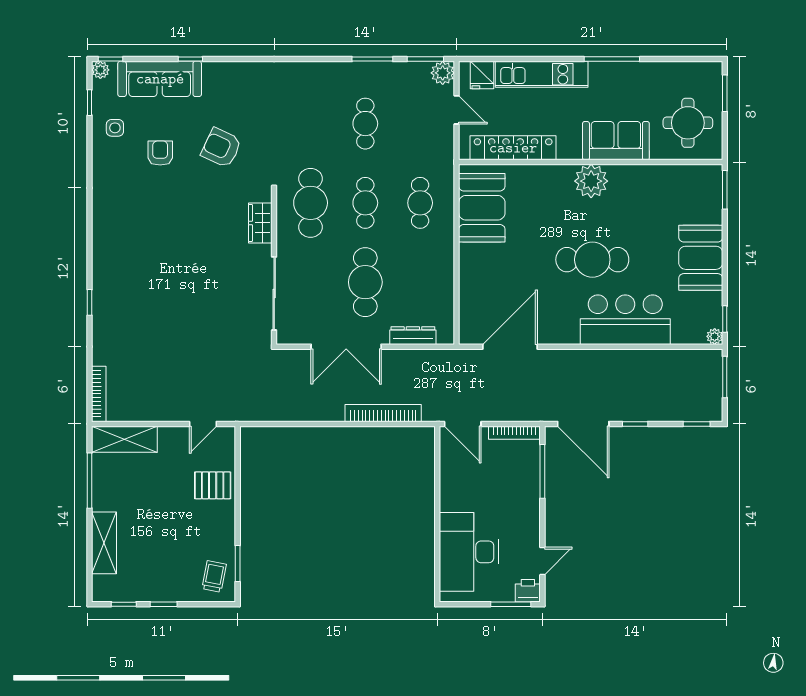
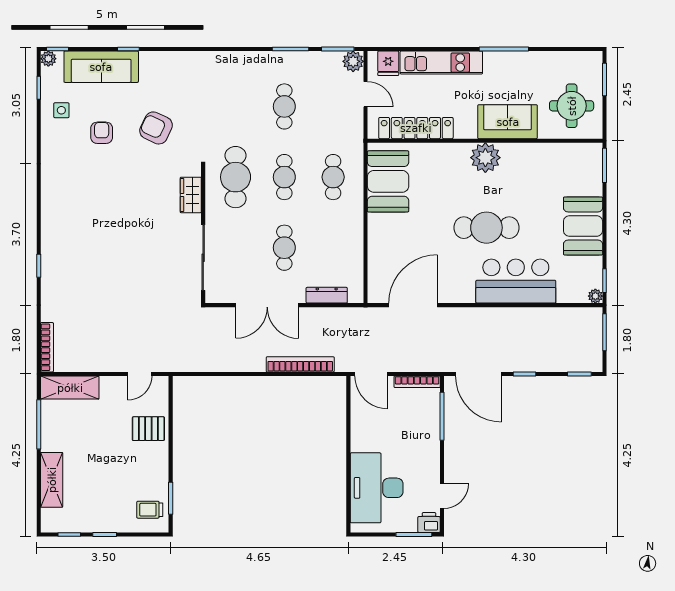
cafe table: (365, 282) -> (284, 248), width x0.73, depth x0.74
trolley: (214, 576) -> (150, 510), turned -101

